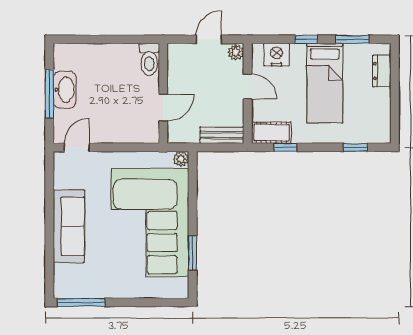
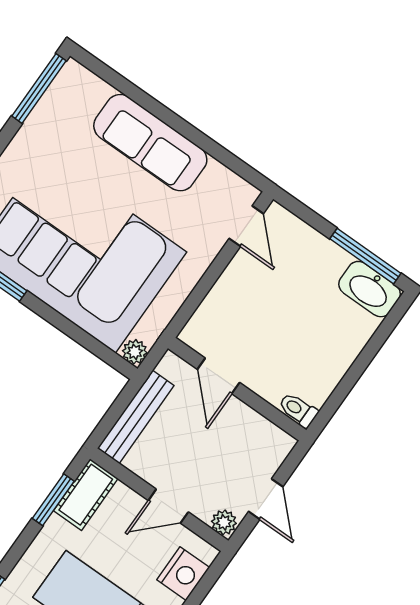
toilet: (149, 59) -> (298, 410), width x0.73, depth x0.72
washbasin: (65, 90) -> (370, 289), moved
window: (49, 94) -> (365, 256), moved
bench: (222, 135) -> (136, 417), width x1.36
window: (286, 147) -> (53, 500), width x1.50

